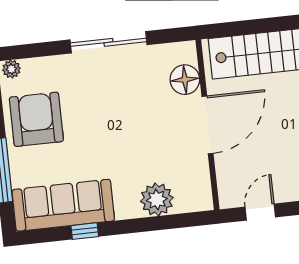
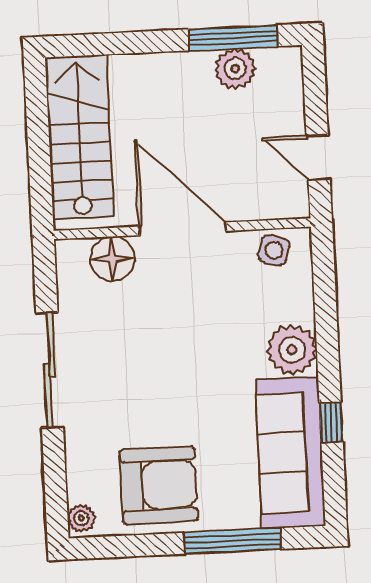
armchair: (36, 119) -> (159, 485), turned 180
side table: (197, 186) -> (274, 250), added
plant: (157, 199) -> (292, 350), moved

